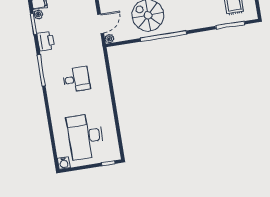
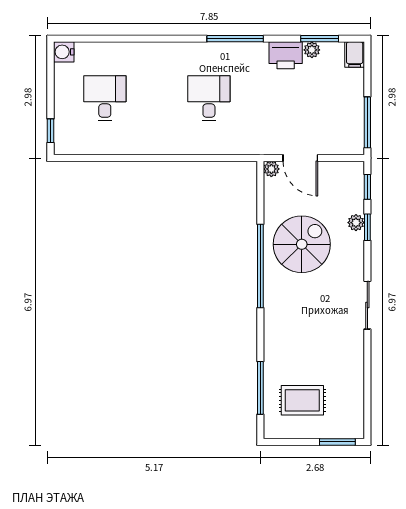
plant: (38, 14) -> (312, 50), moved
desk: (76, 79) -> (209, 98), turned 180
desk: (86, 136) -> (105, 98), width x0.53, depth x0.77

